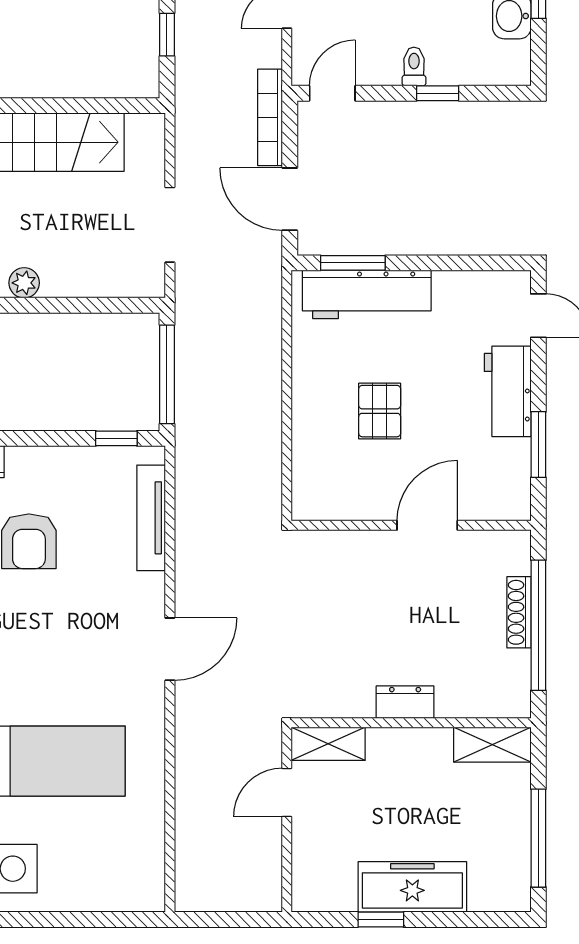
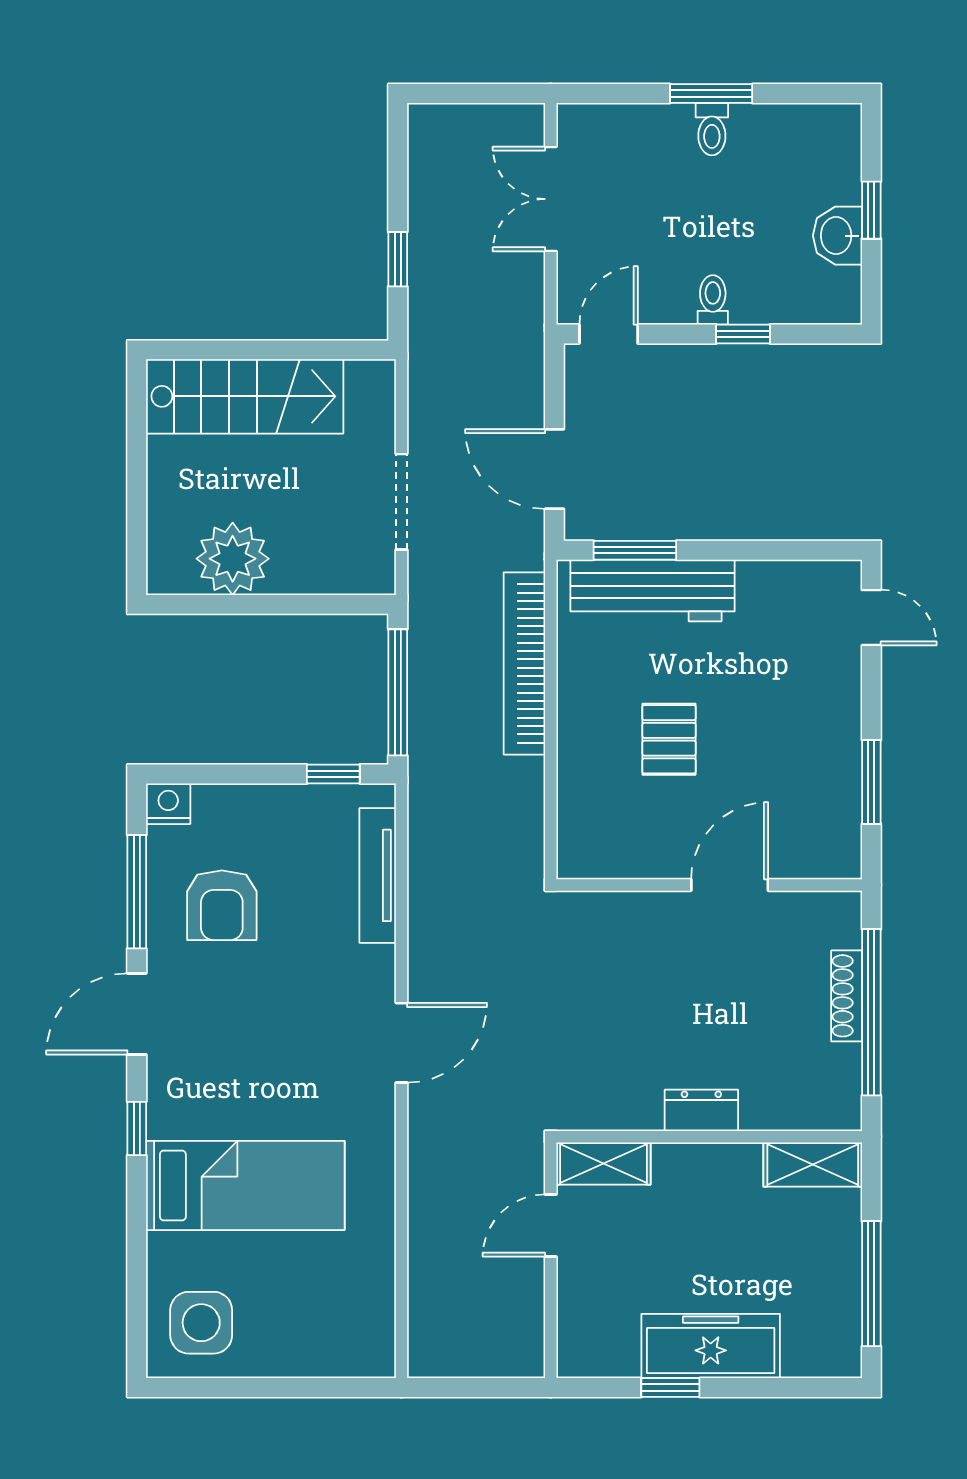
bookcase: (270, 117) -> (524, 663), moved, width x1.48, depth x1.31
plant: (24, 283) -> (233, 559), width x1.88, depth x1.88
workbench: (508, 391) -> (832, 714), removed

